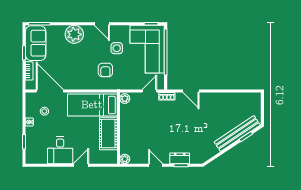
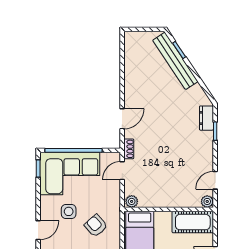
armchair: (105, 70) -> (96, 226), turned -132
door: (149, 91) -> (122, 171), hinge flipped
cot: (108, 134) -> (193, 222), moved
dresser: (180, 158) -> (206, 118), moved
door: (156, 165) -> (215, 180), moved

